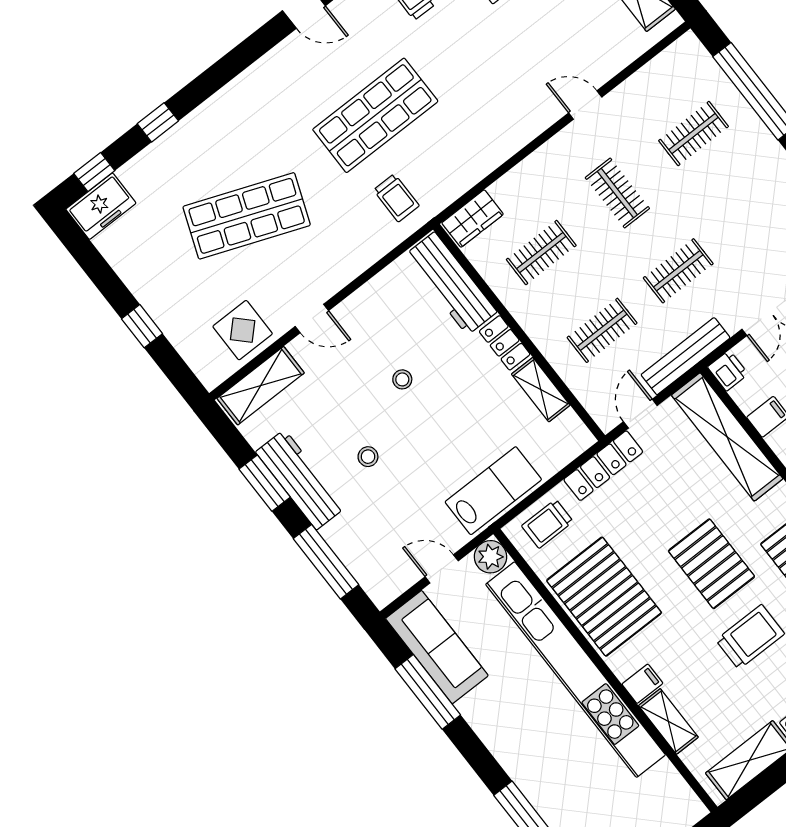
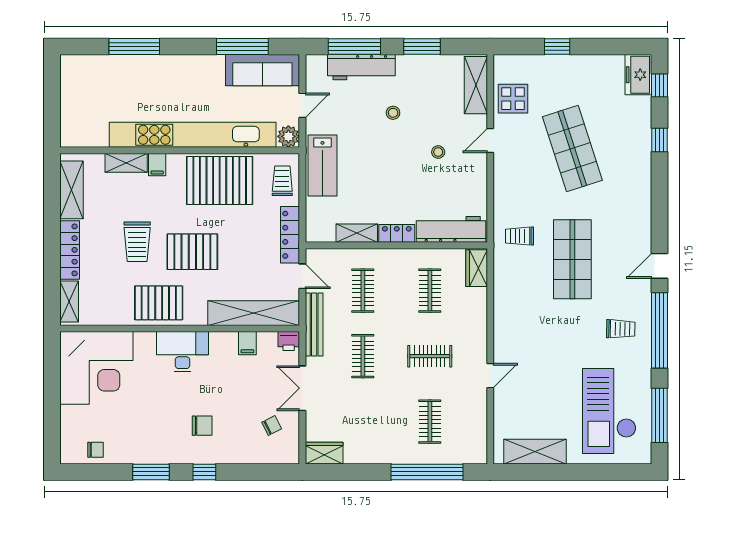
shop shelf: (247, 216) -> (572, 148), turned -39
stool: (402, 379) -> (438, 152), moved
workbench: (300, 480) -> (361, 67), moved

